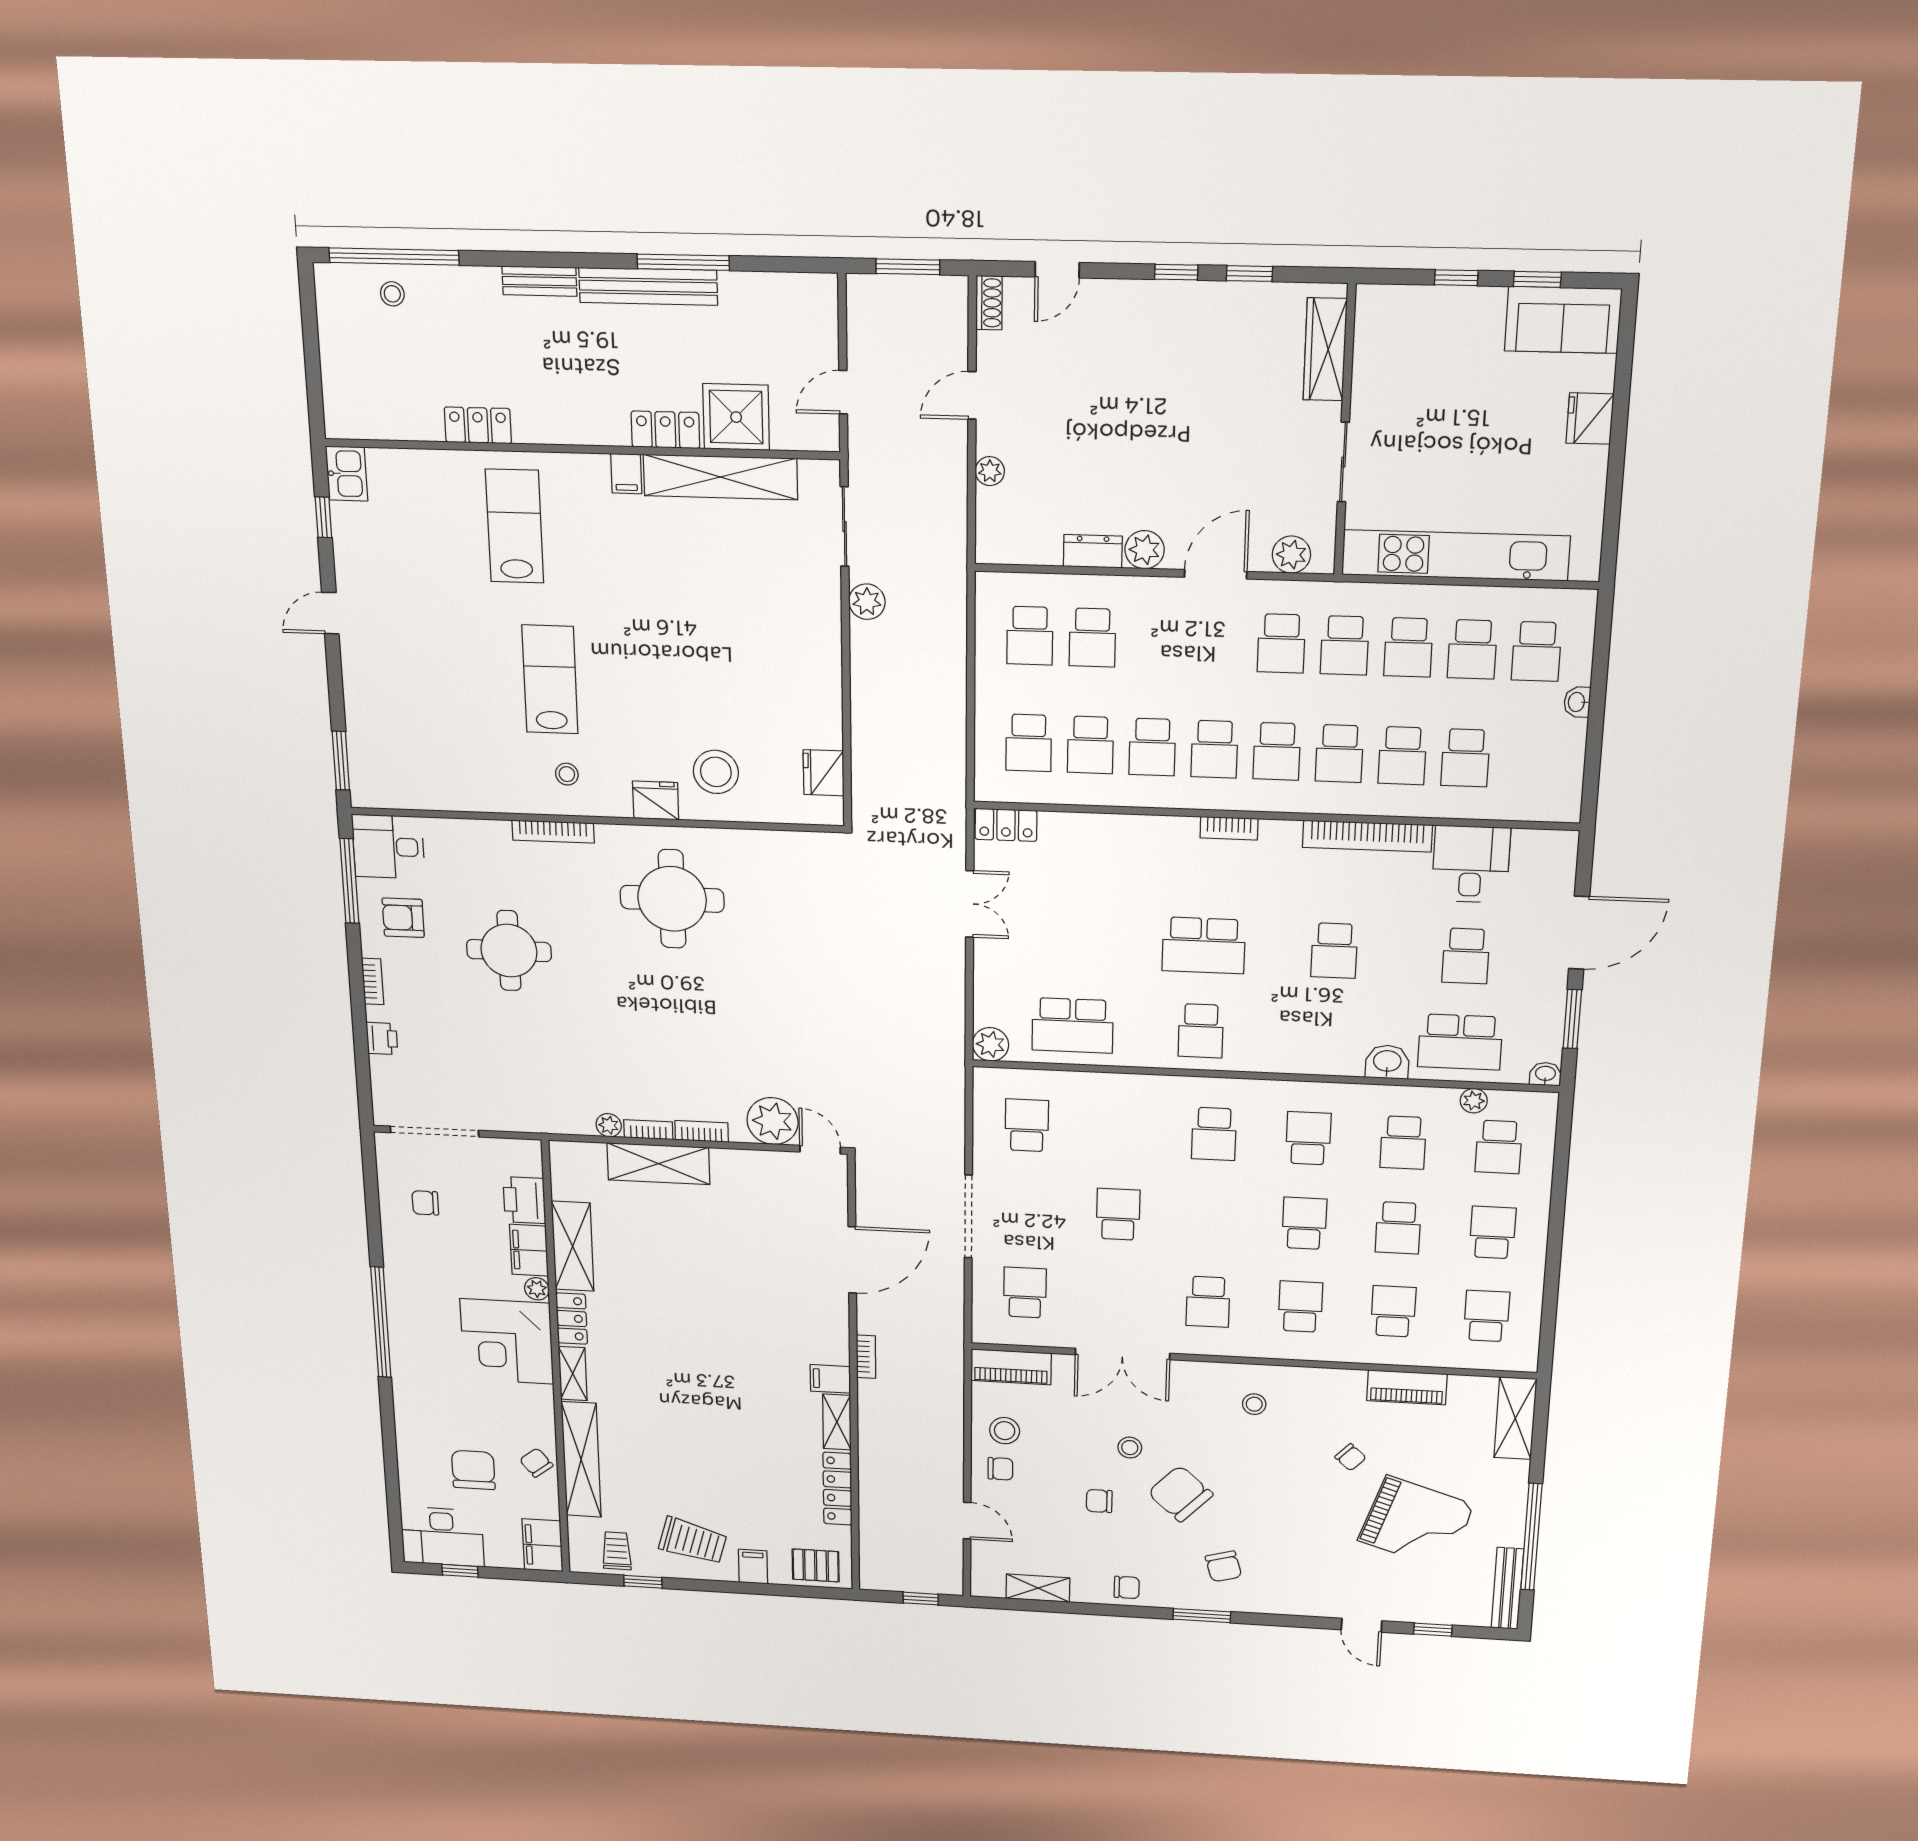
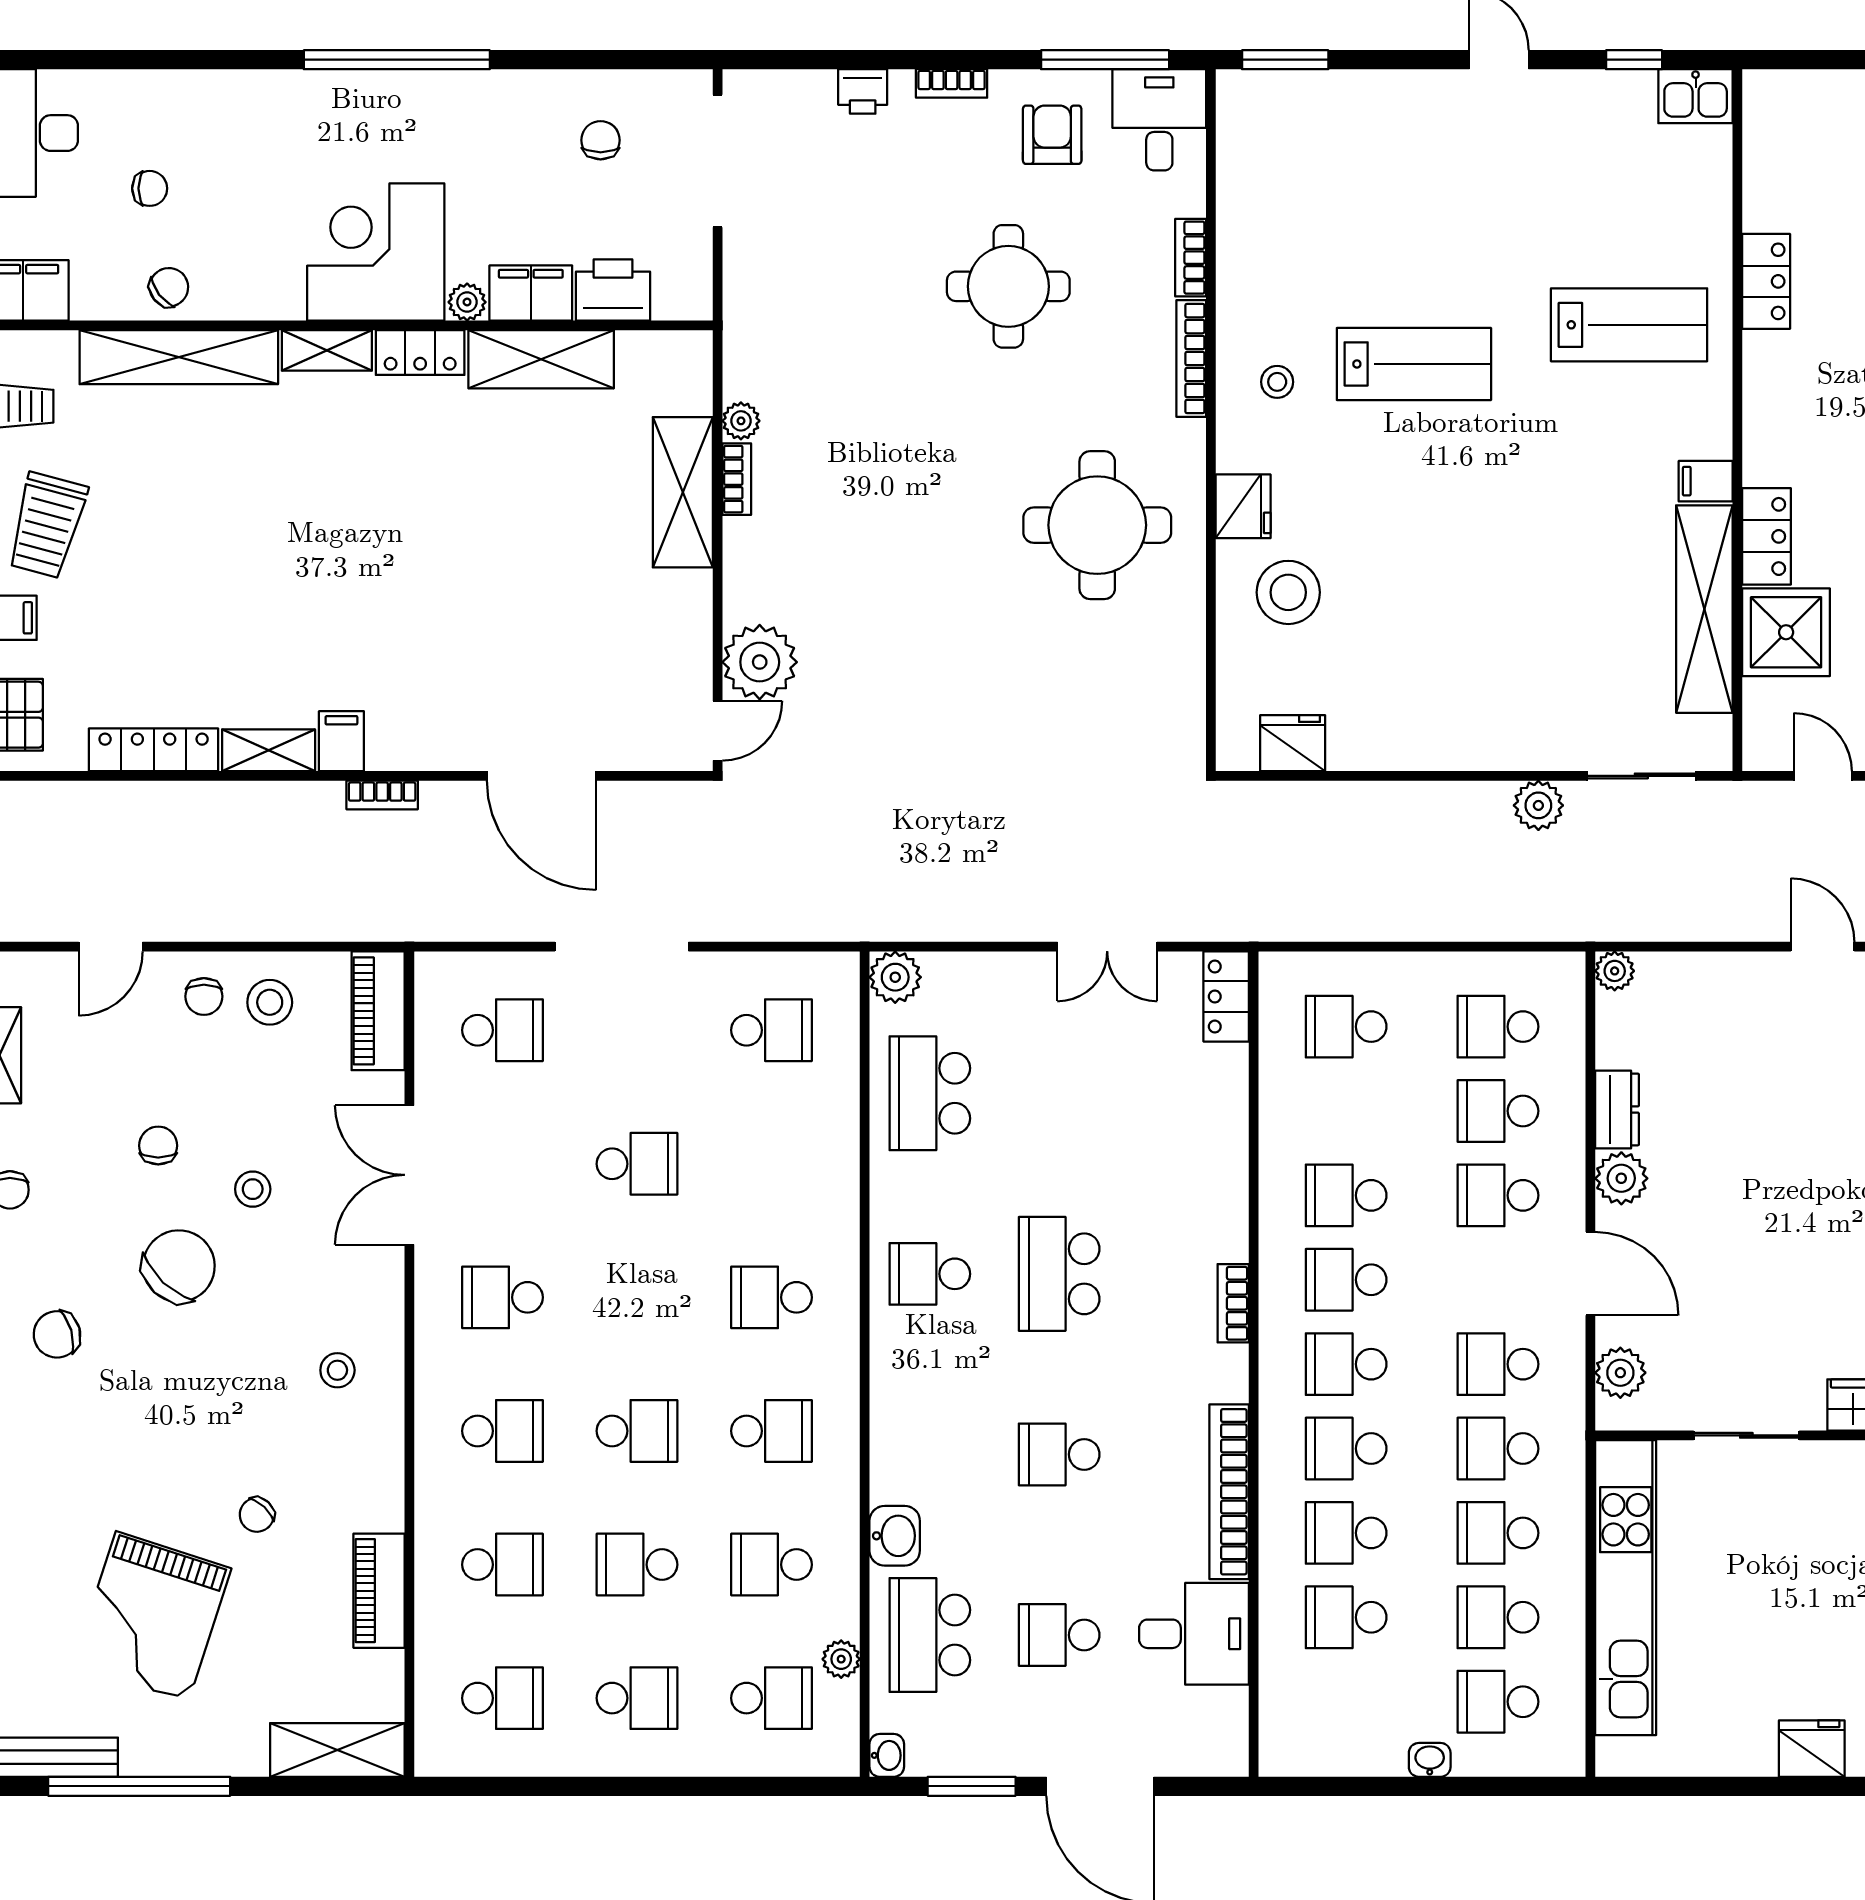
plant: (990, 471) -> (1615, 971), moved
school desk: (1090, 745) -> (1498, 1195), moved
bookcase: (702, 1131) -> (1191, 258), moved, turned 180
school desk: (1499, 1147) -> (772, 1698), turned 180
chair: (473, 1470) -> (150, 188), width x0.54, depth x0.54

